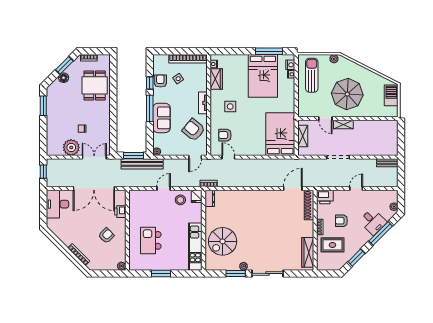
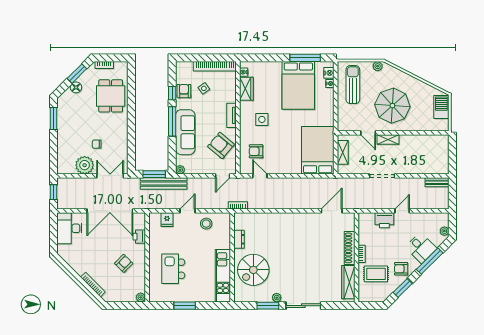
sofa: (161, 118) -> (185, 132), width x1.36
fridge: (197, 196) -> (167, 220), moved
printer: (325, 197) -> (384, 220), moved
dresser: (210, 198) -> (239, 239), moved
shoe rack: (309, 205) -> (350, 248), moved
armchair: (341, 221) -> (401, 269), moved

